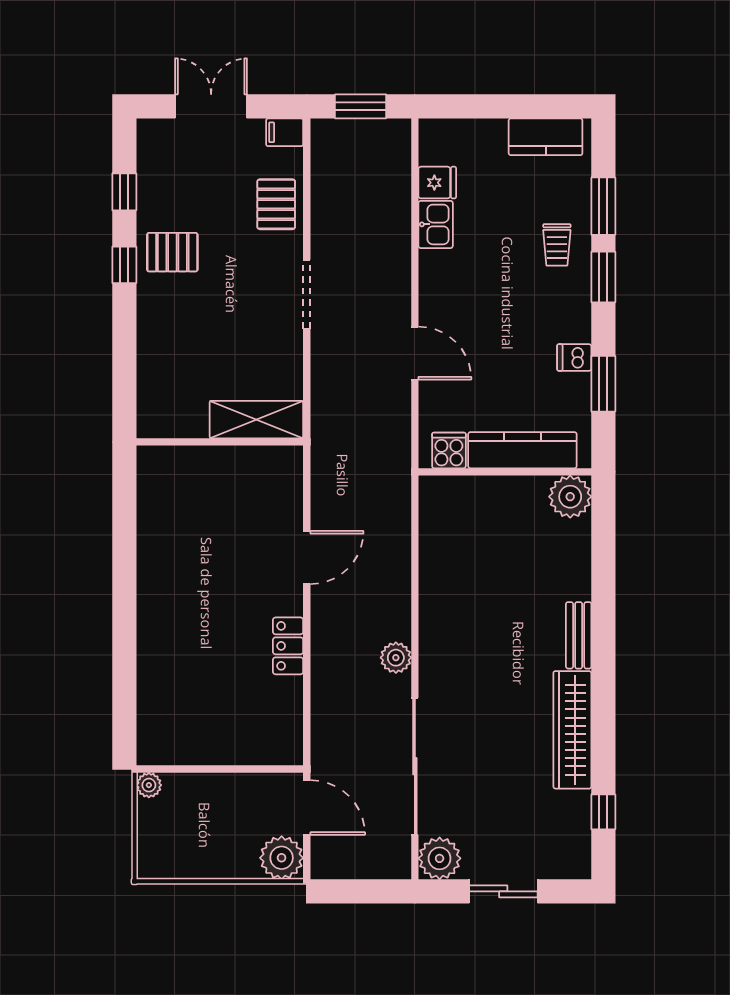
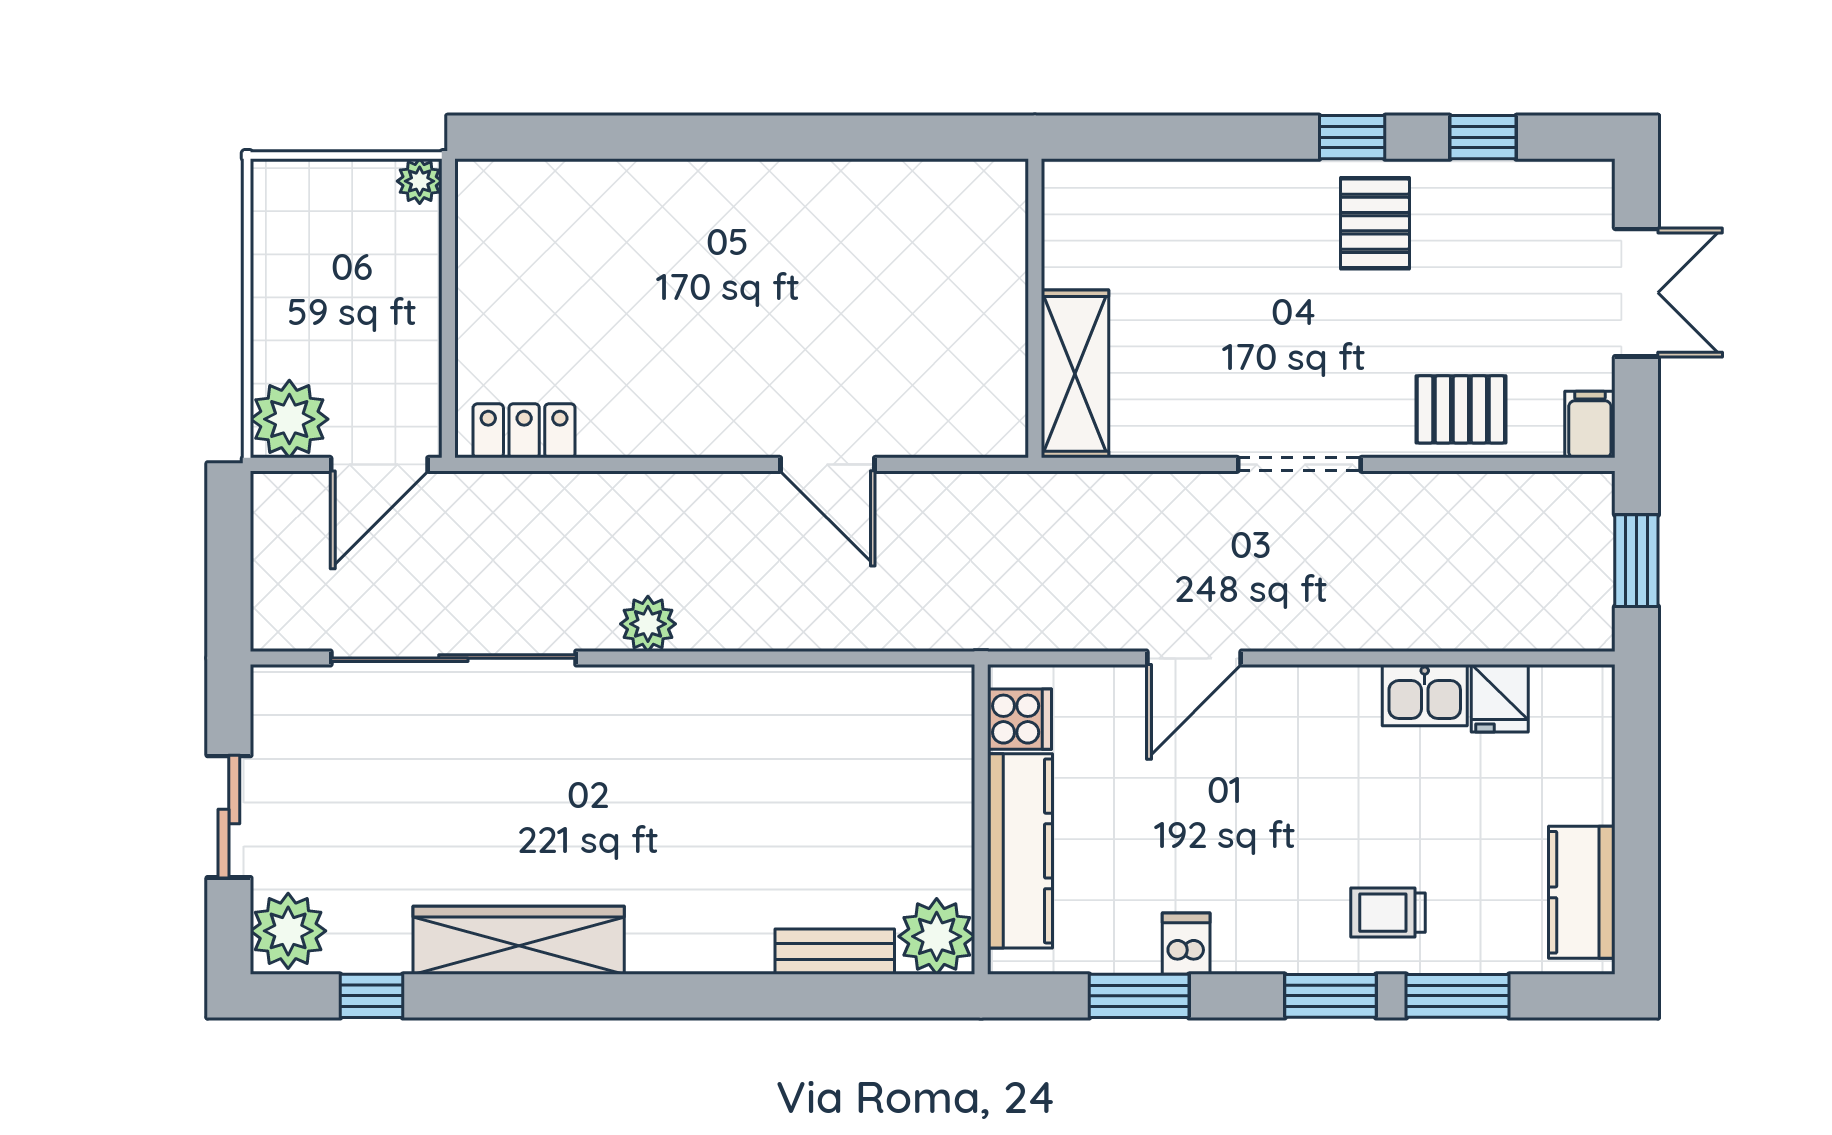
bench: (579, 635) -> (835, 952), moved
locker: (288, 646) -> (524, 431), moved
plant: (440, 858) -> (288, 931), moved

